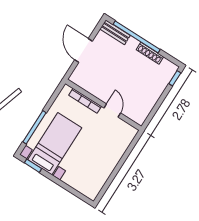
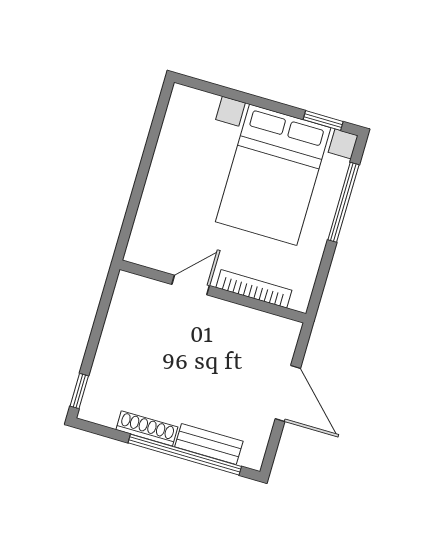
bench: (115, 32) -> (209, 444), moved
door: (112, 110) -> (191, 285), swing flipped
bed with nightstands: (55, 144) -> (273, 175), width x1.36

